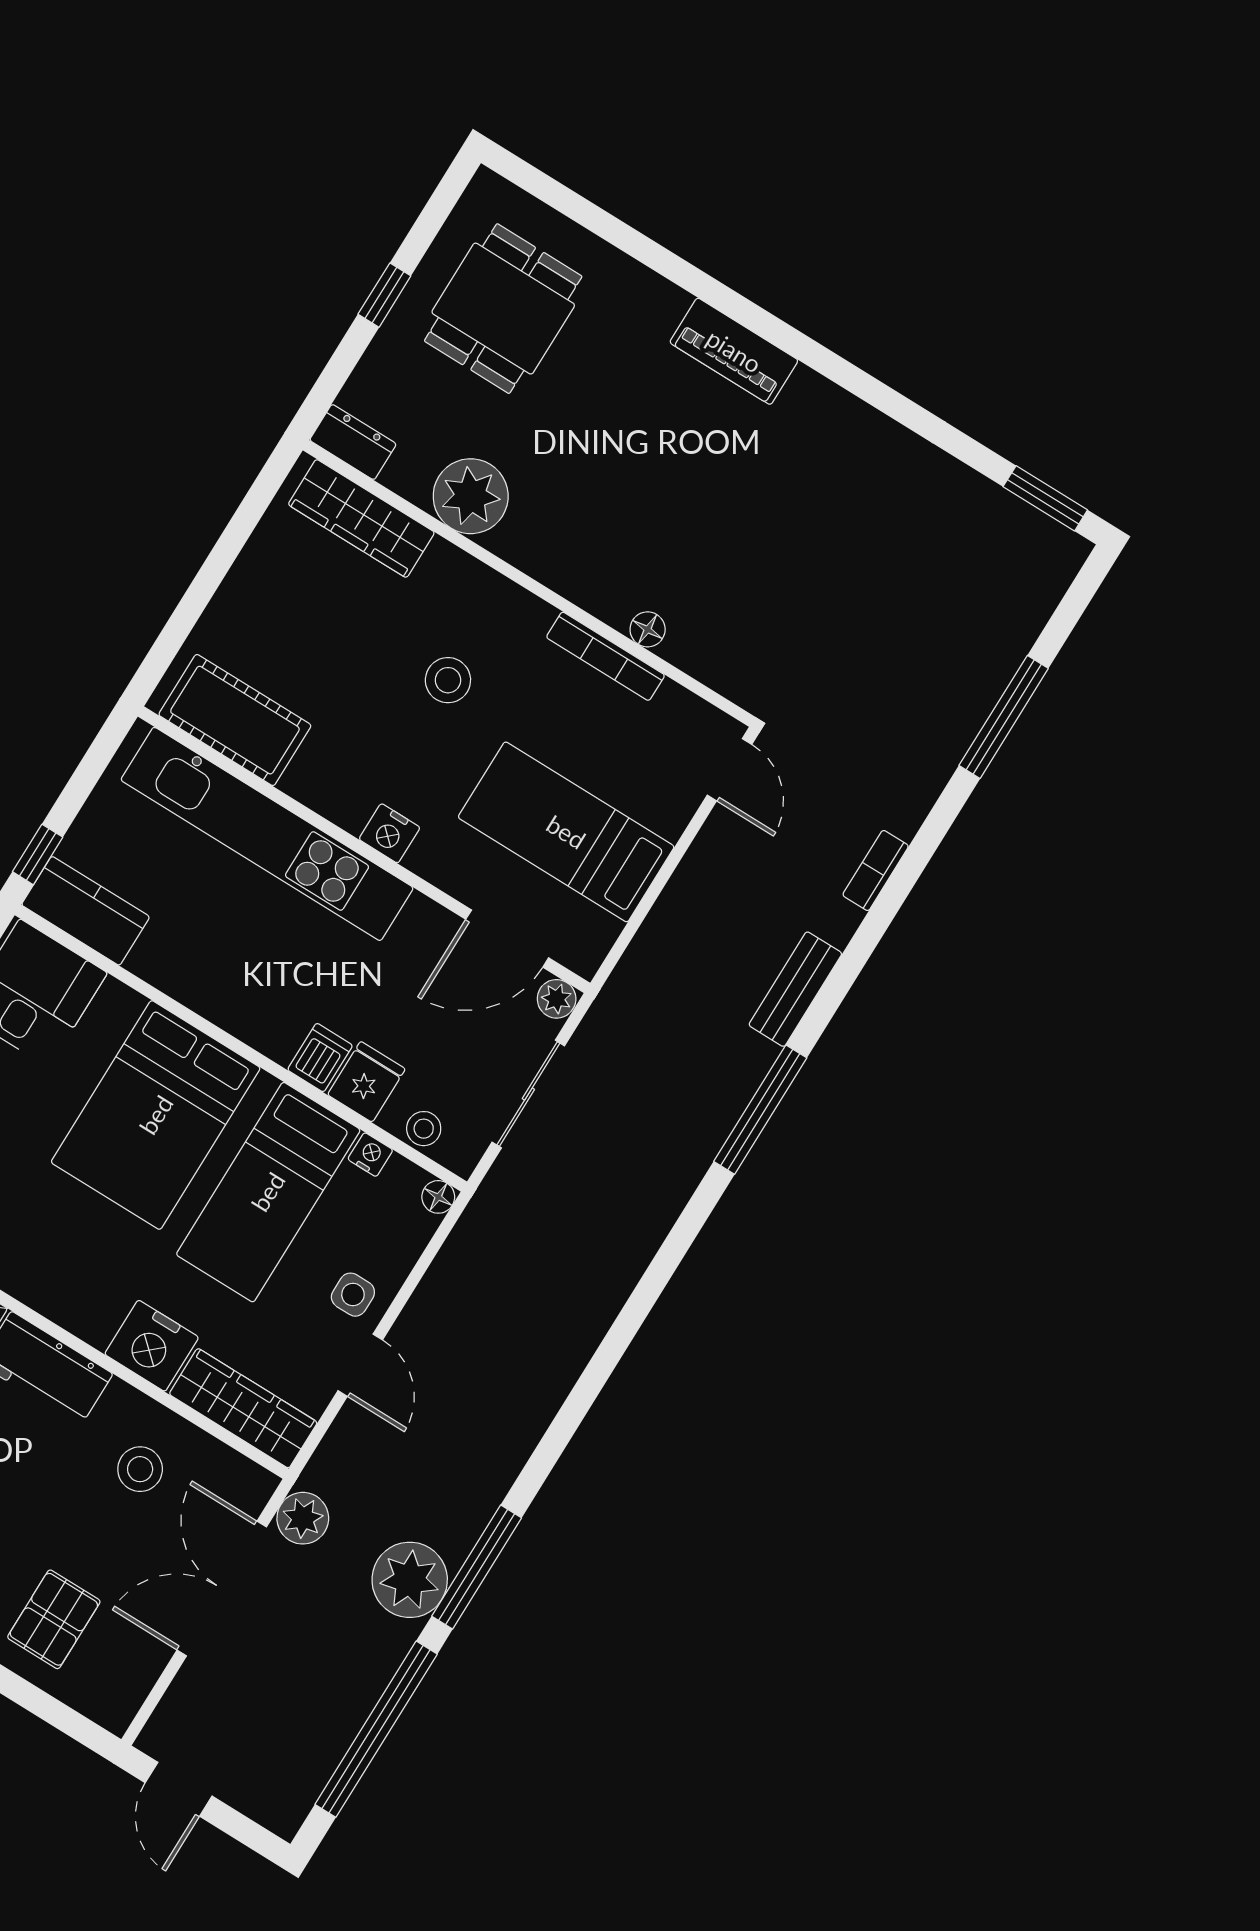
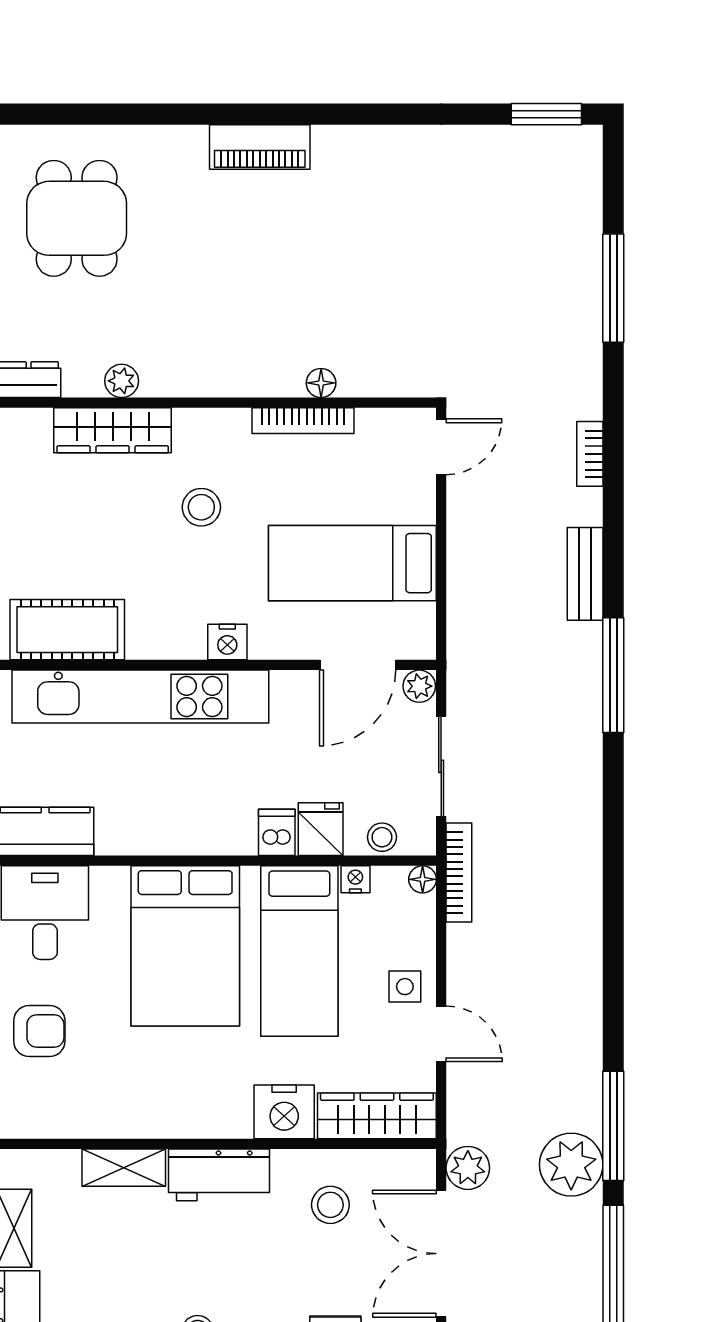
plant: (471, 496) -> (122, 381), width x0.53, depth x0.53
wardrobe: (361, 518) -> (113, 430), moved
door: (729, 770) -> (441, 447), hinge flipped
bookcase: (480, 1213) -> (459, 873), added

